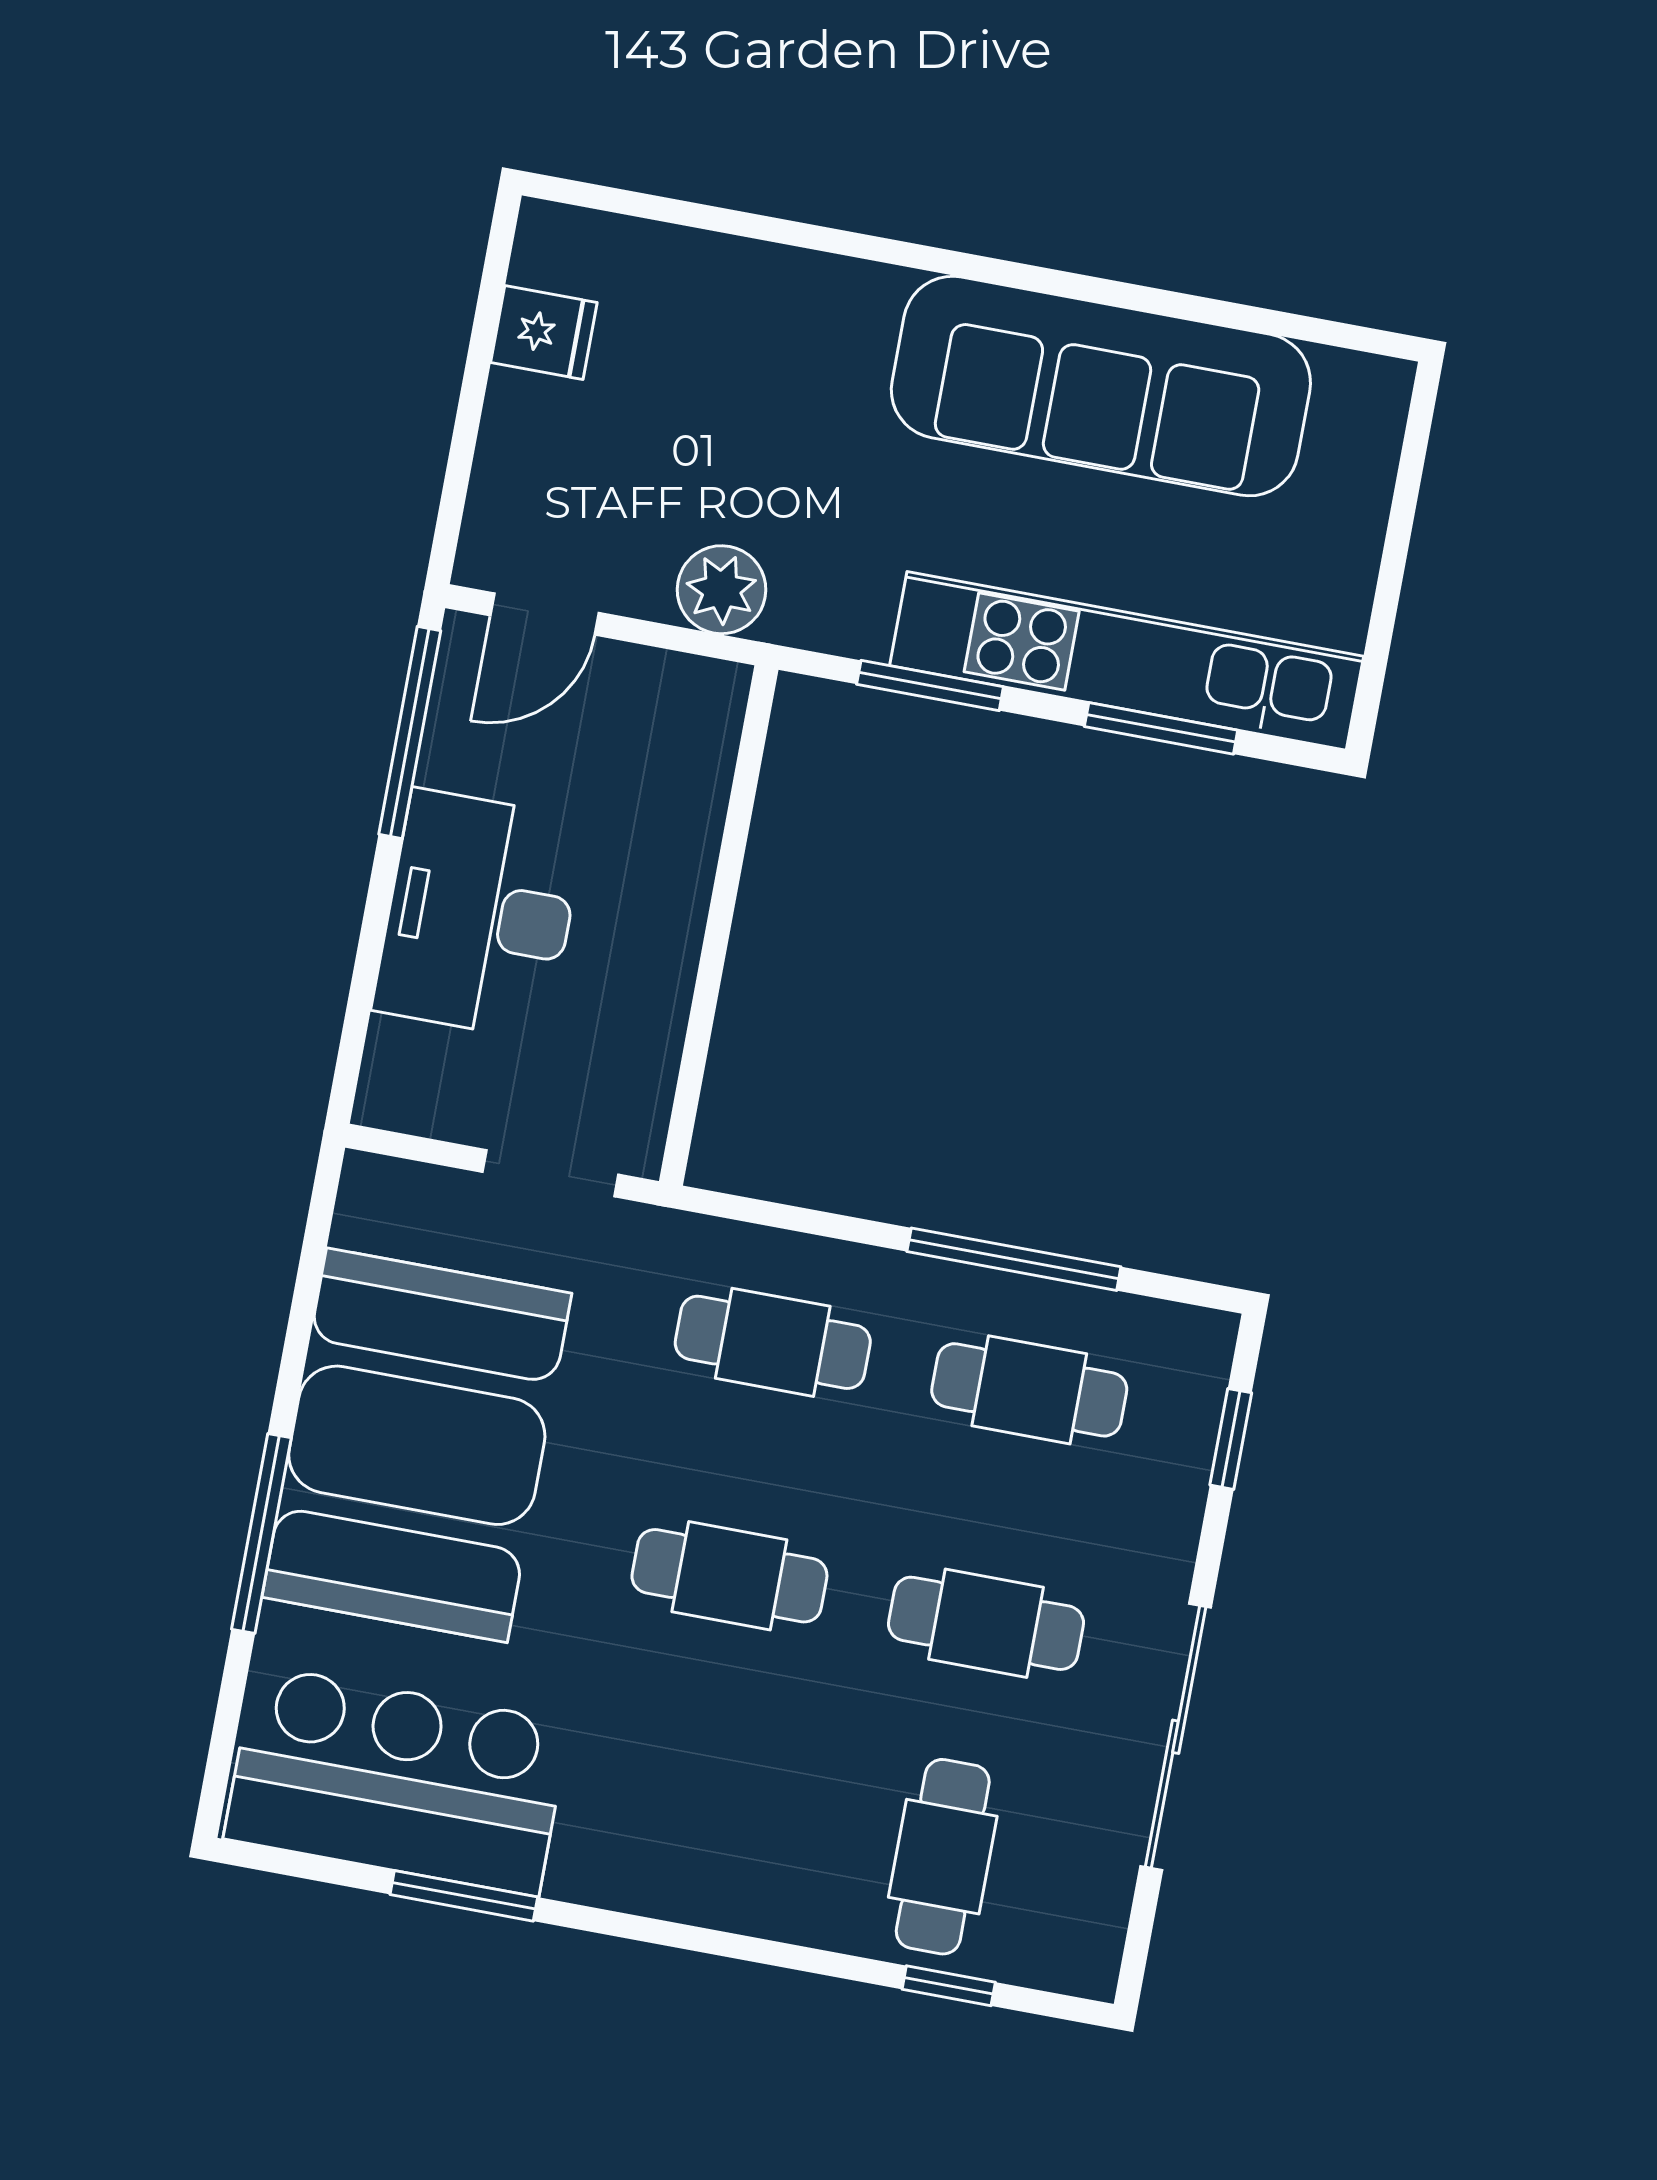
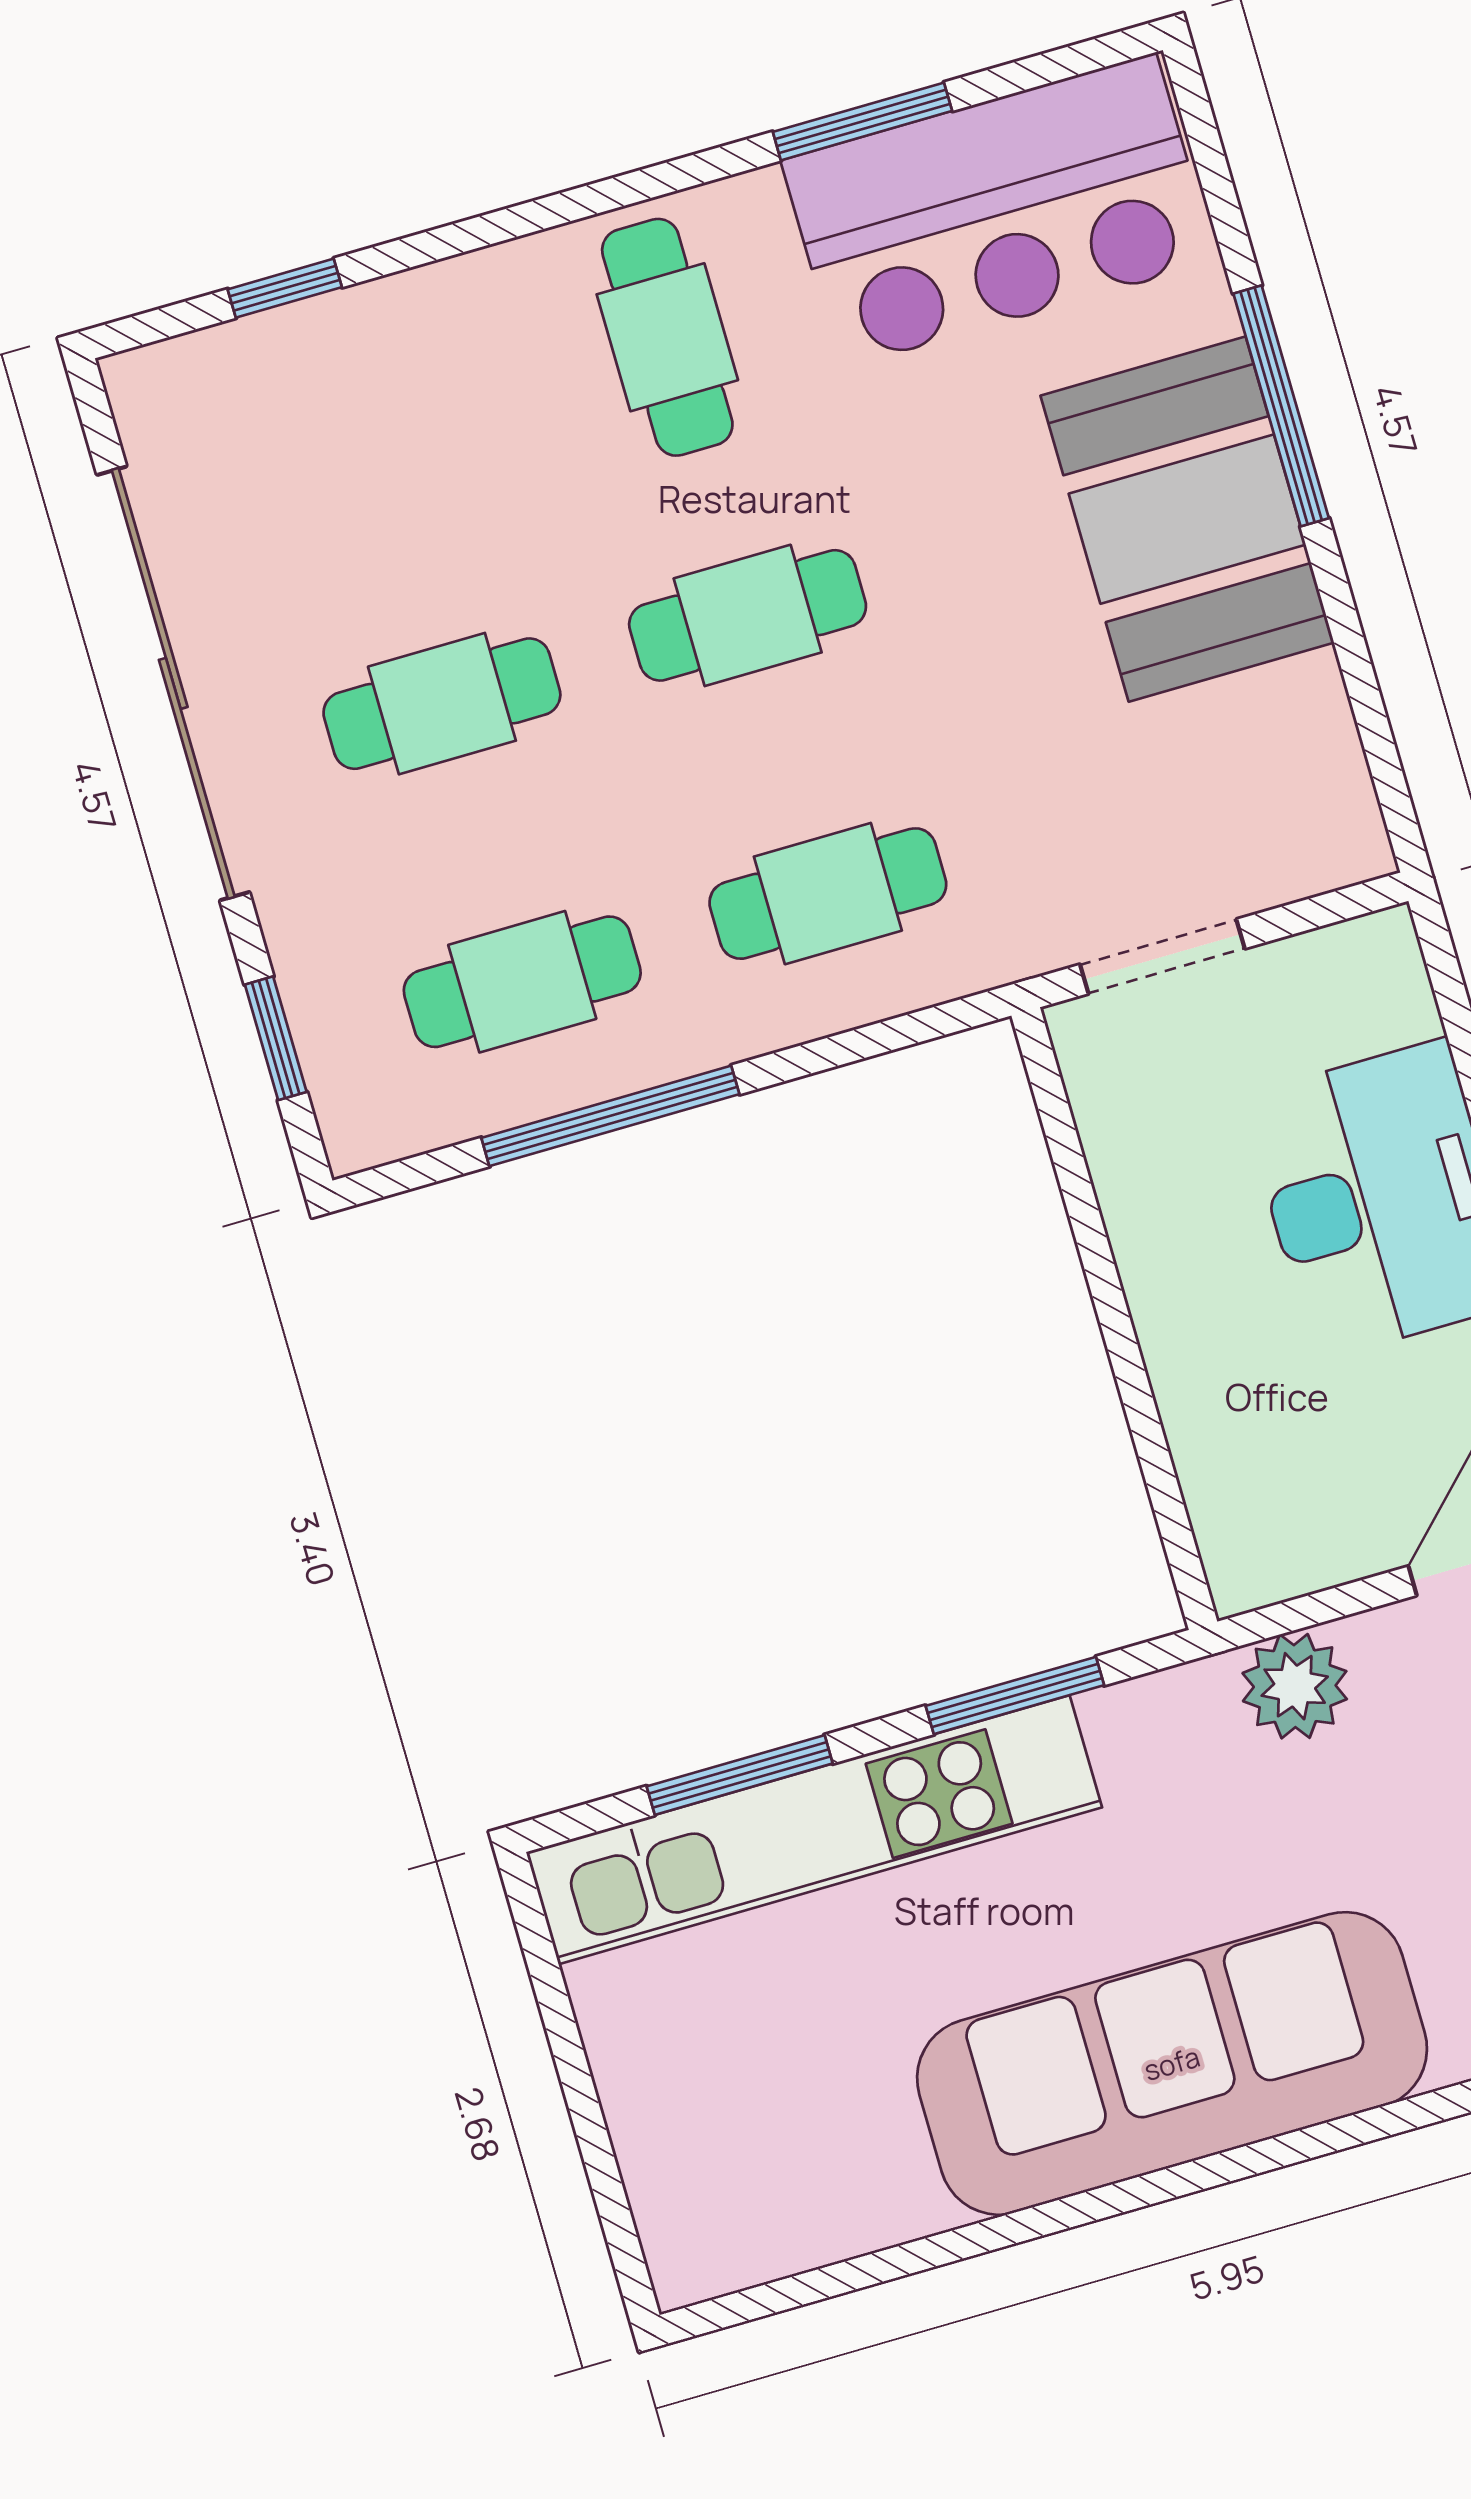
sofa: (1101, 386) -> (1172, 2063), moved
booth: (417, 1445) -> (1187, 519), width x0.73, depth x0.70
sliding door: (1176, 1737) -> (173, 683), width x1.36
cafe table: (943, 1857) -> (667, 337), moved

